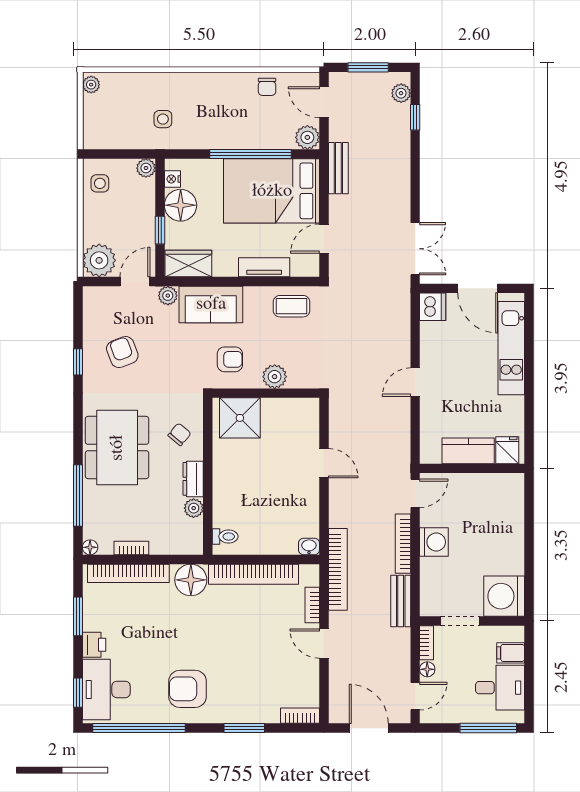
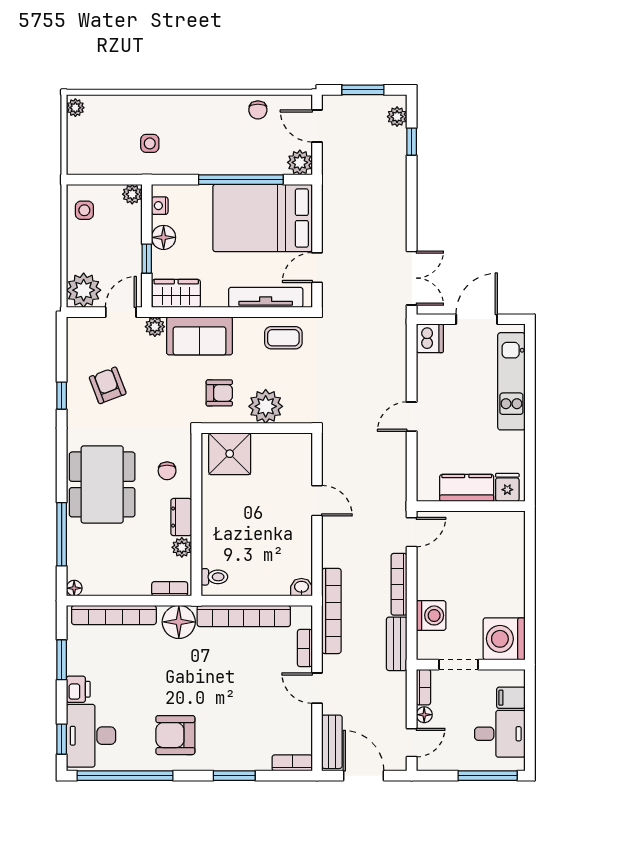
bench: (338, 168) -> (332, 742), moved
floor lamp: (181, 205) -> (164, 237), width x0.73, depth x0.73
tv unit: (264, 267) -> (266, 297), width x1.41
door: (478, 288) -> (477, 319), swing flipped
plant: (275, 377) -> (266, 406), width x1.36, depth x1.36
chair: (179, 434) -> (167, 471), turned 140
washing machine: (434, 542) -> (431, 615), moved
bookcase: (131, 548) -> (170, 589), moved

